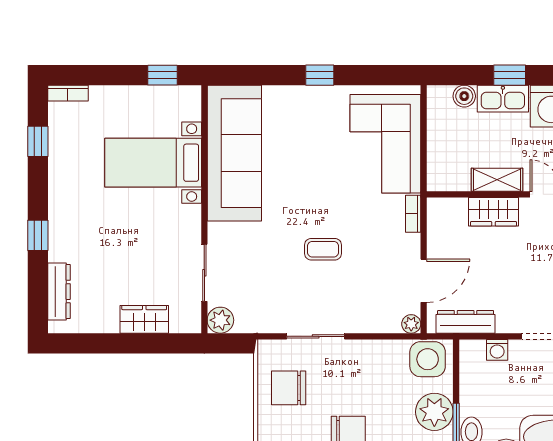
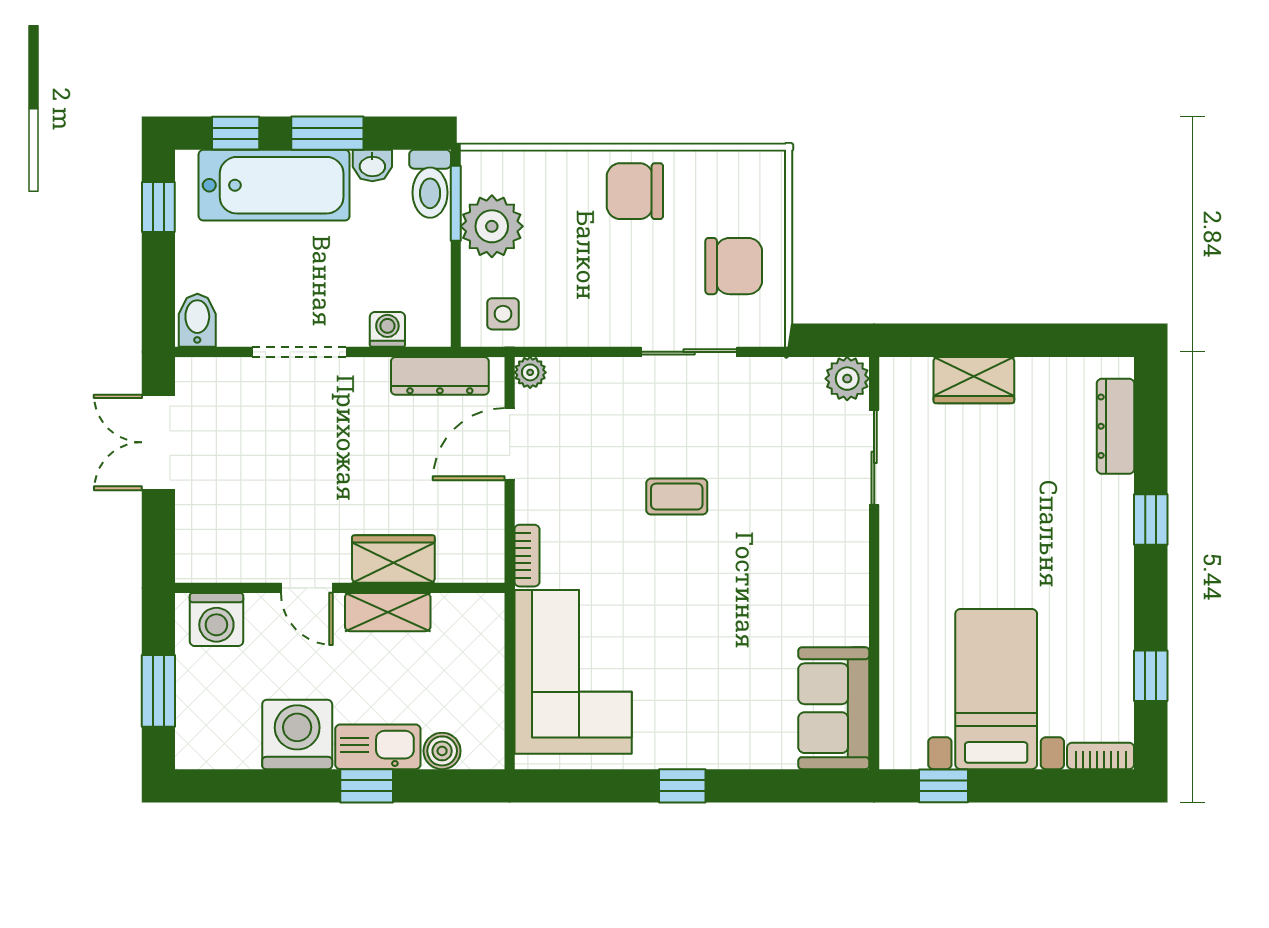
sofa: (234, 153) -> (834, 708), width x0.54, depth x0.79
bed with nightstands: (153, 163) -> (996, 689), moved, turned -90
side table: (428, 359) -> (503, 314), width x0.54, depth x0.54

